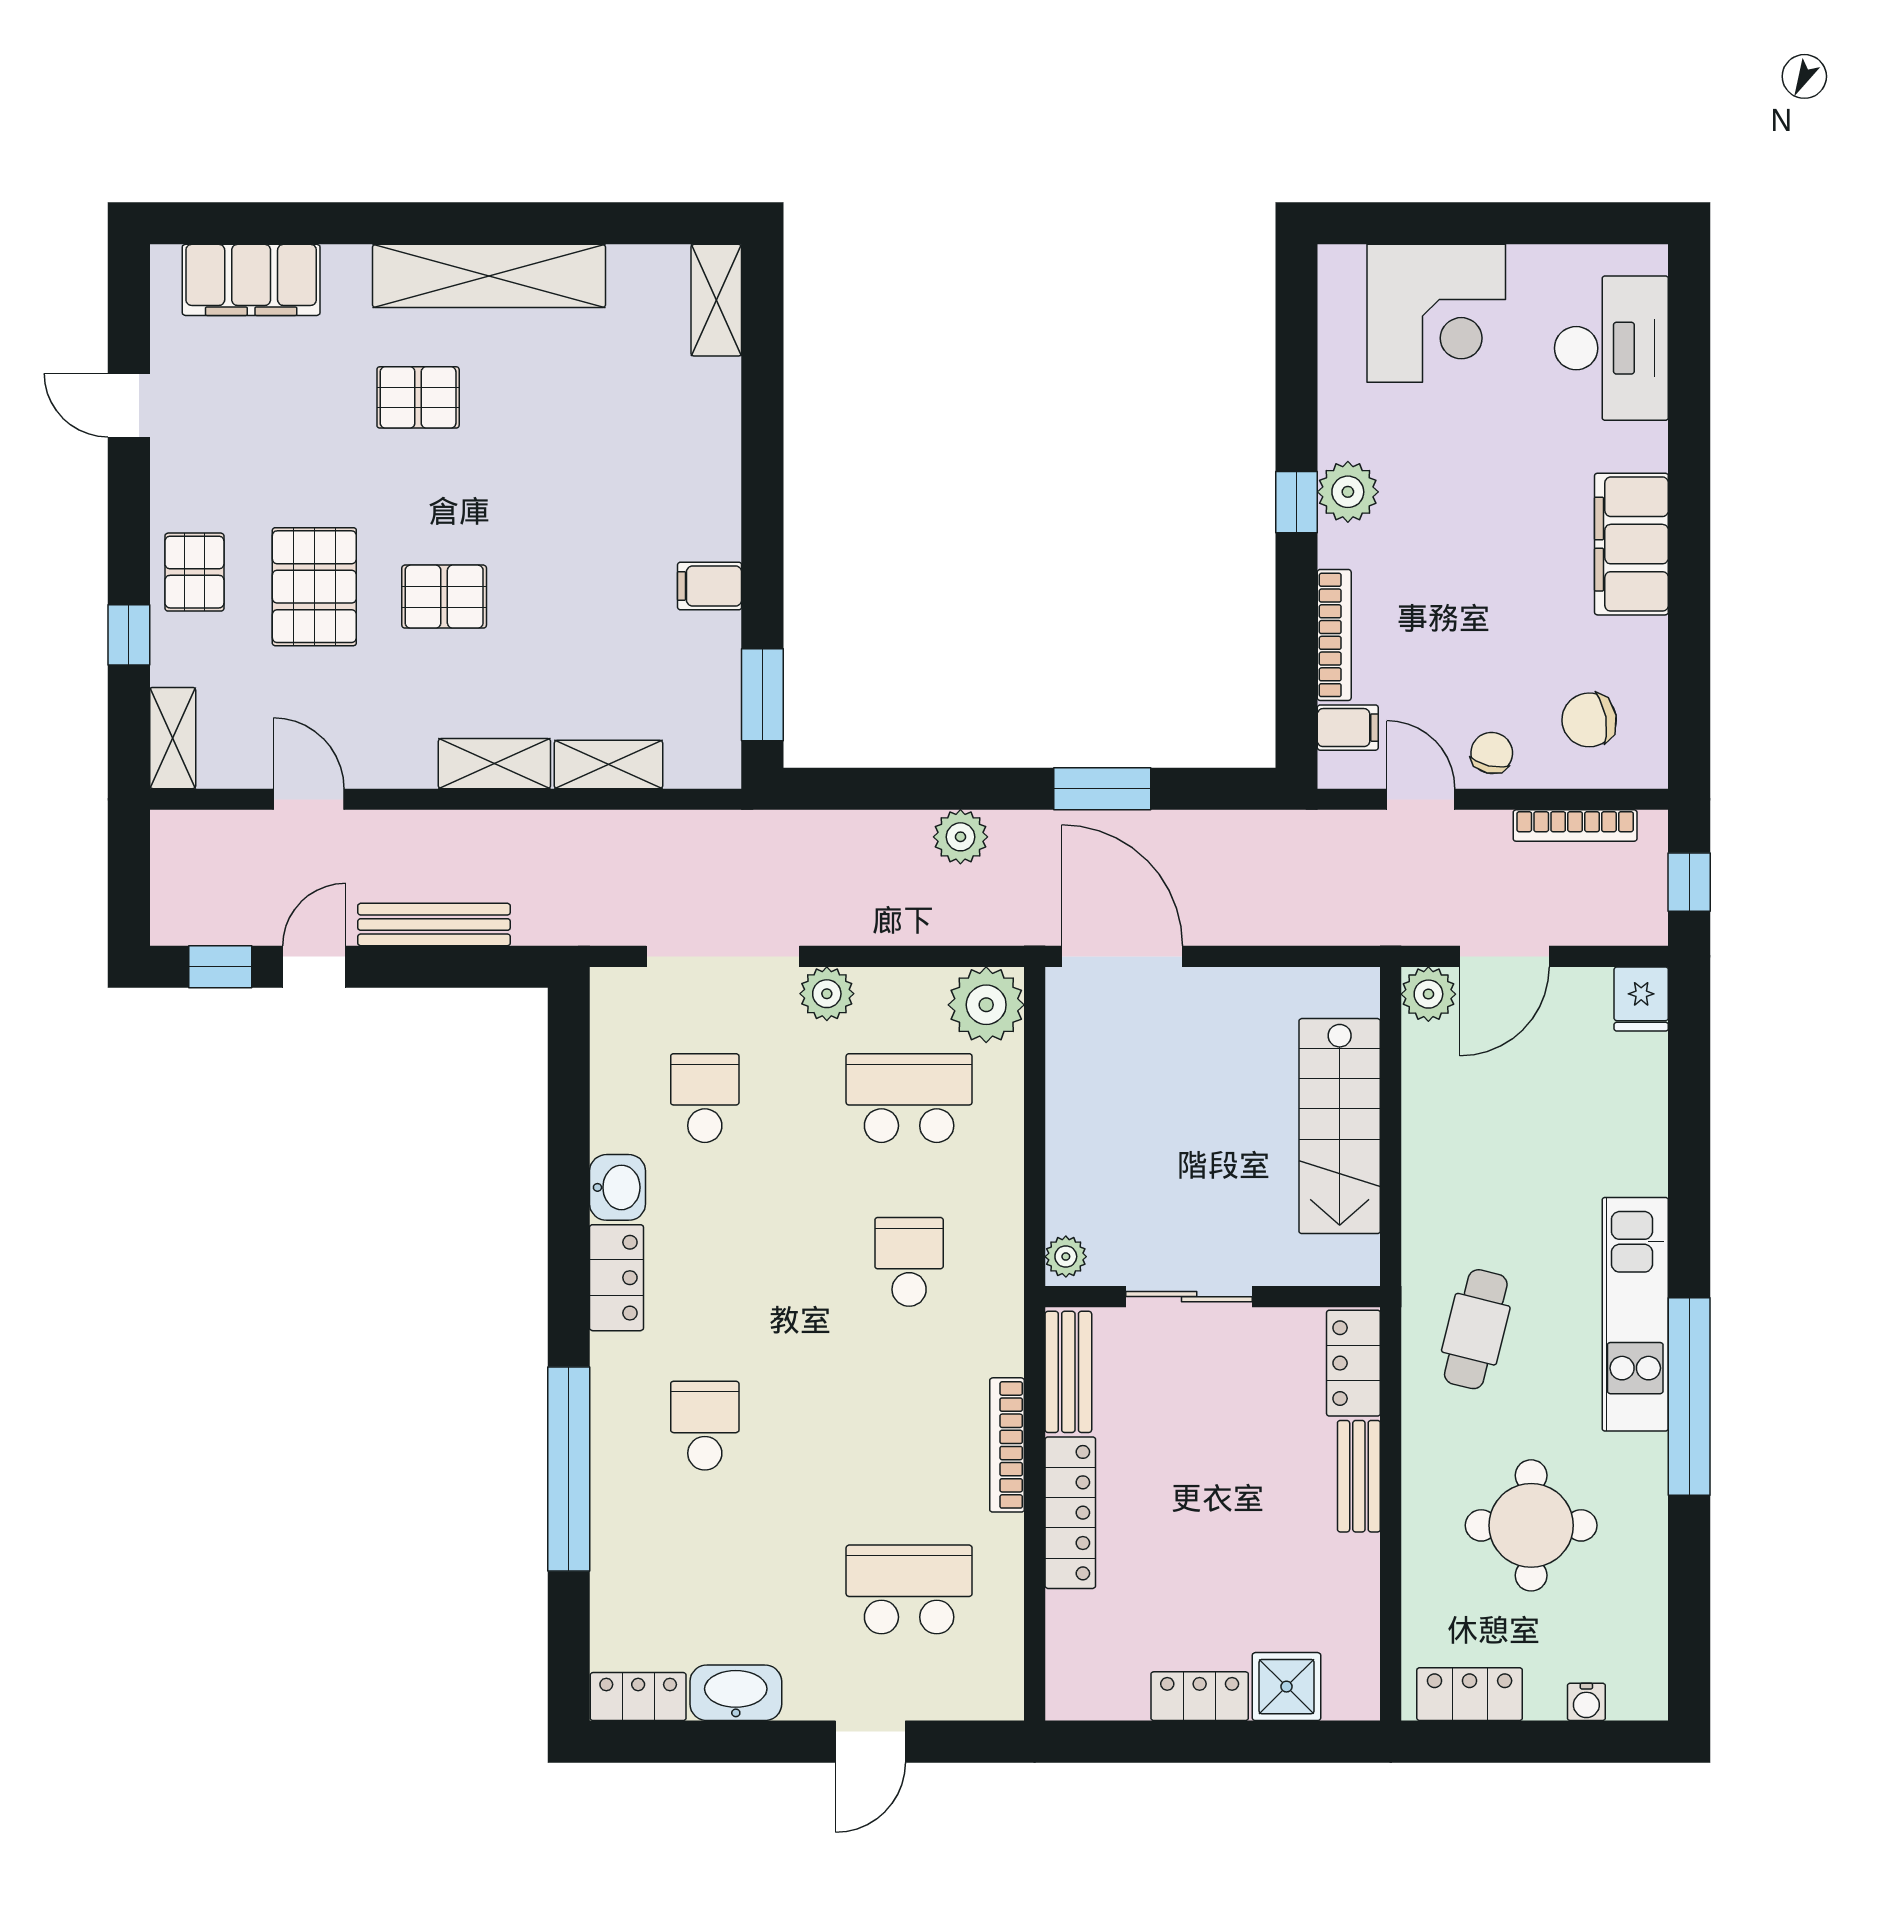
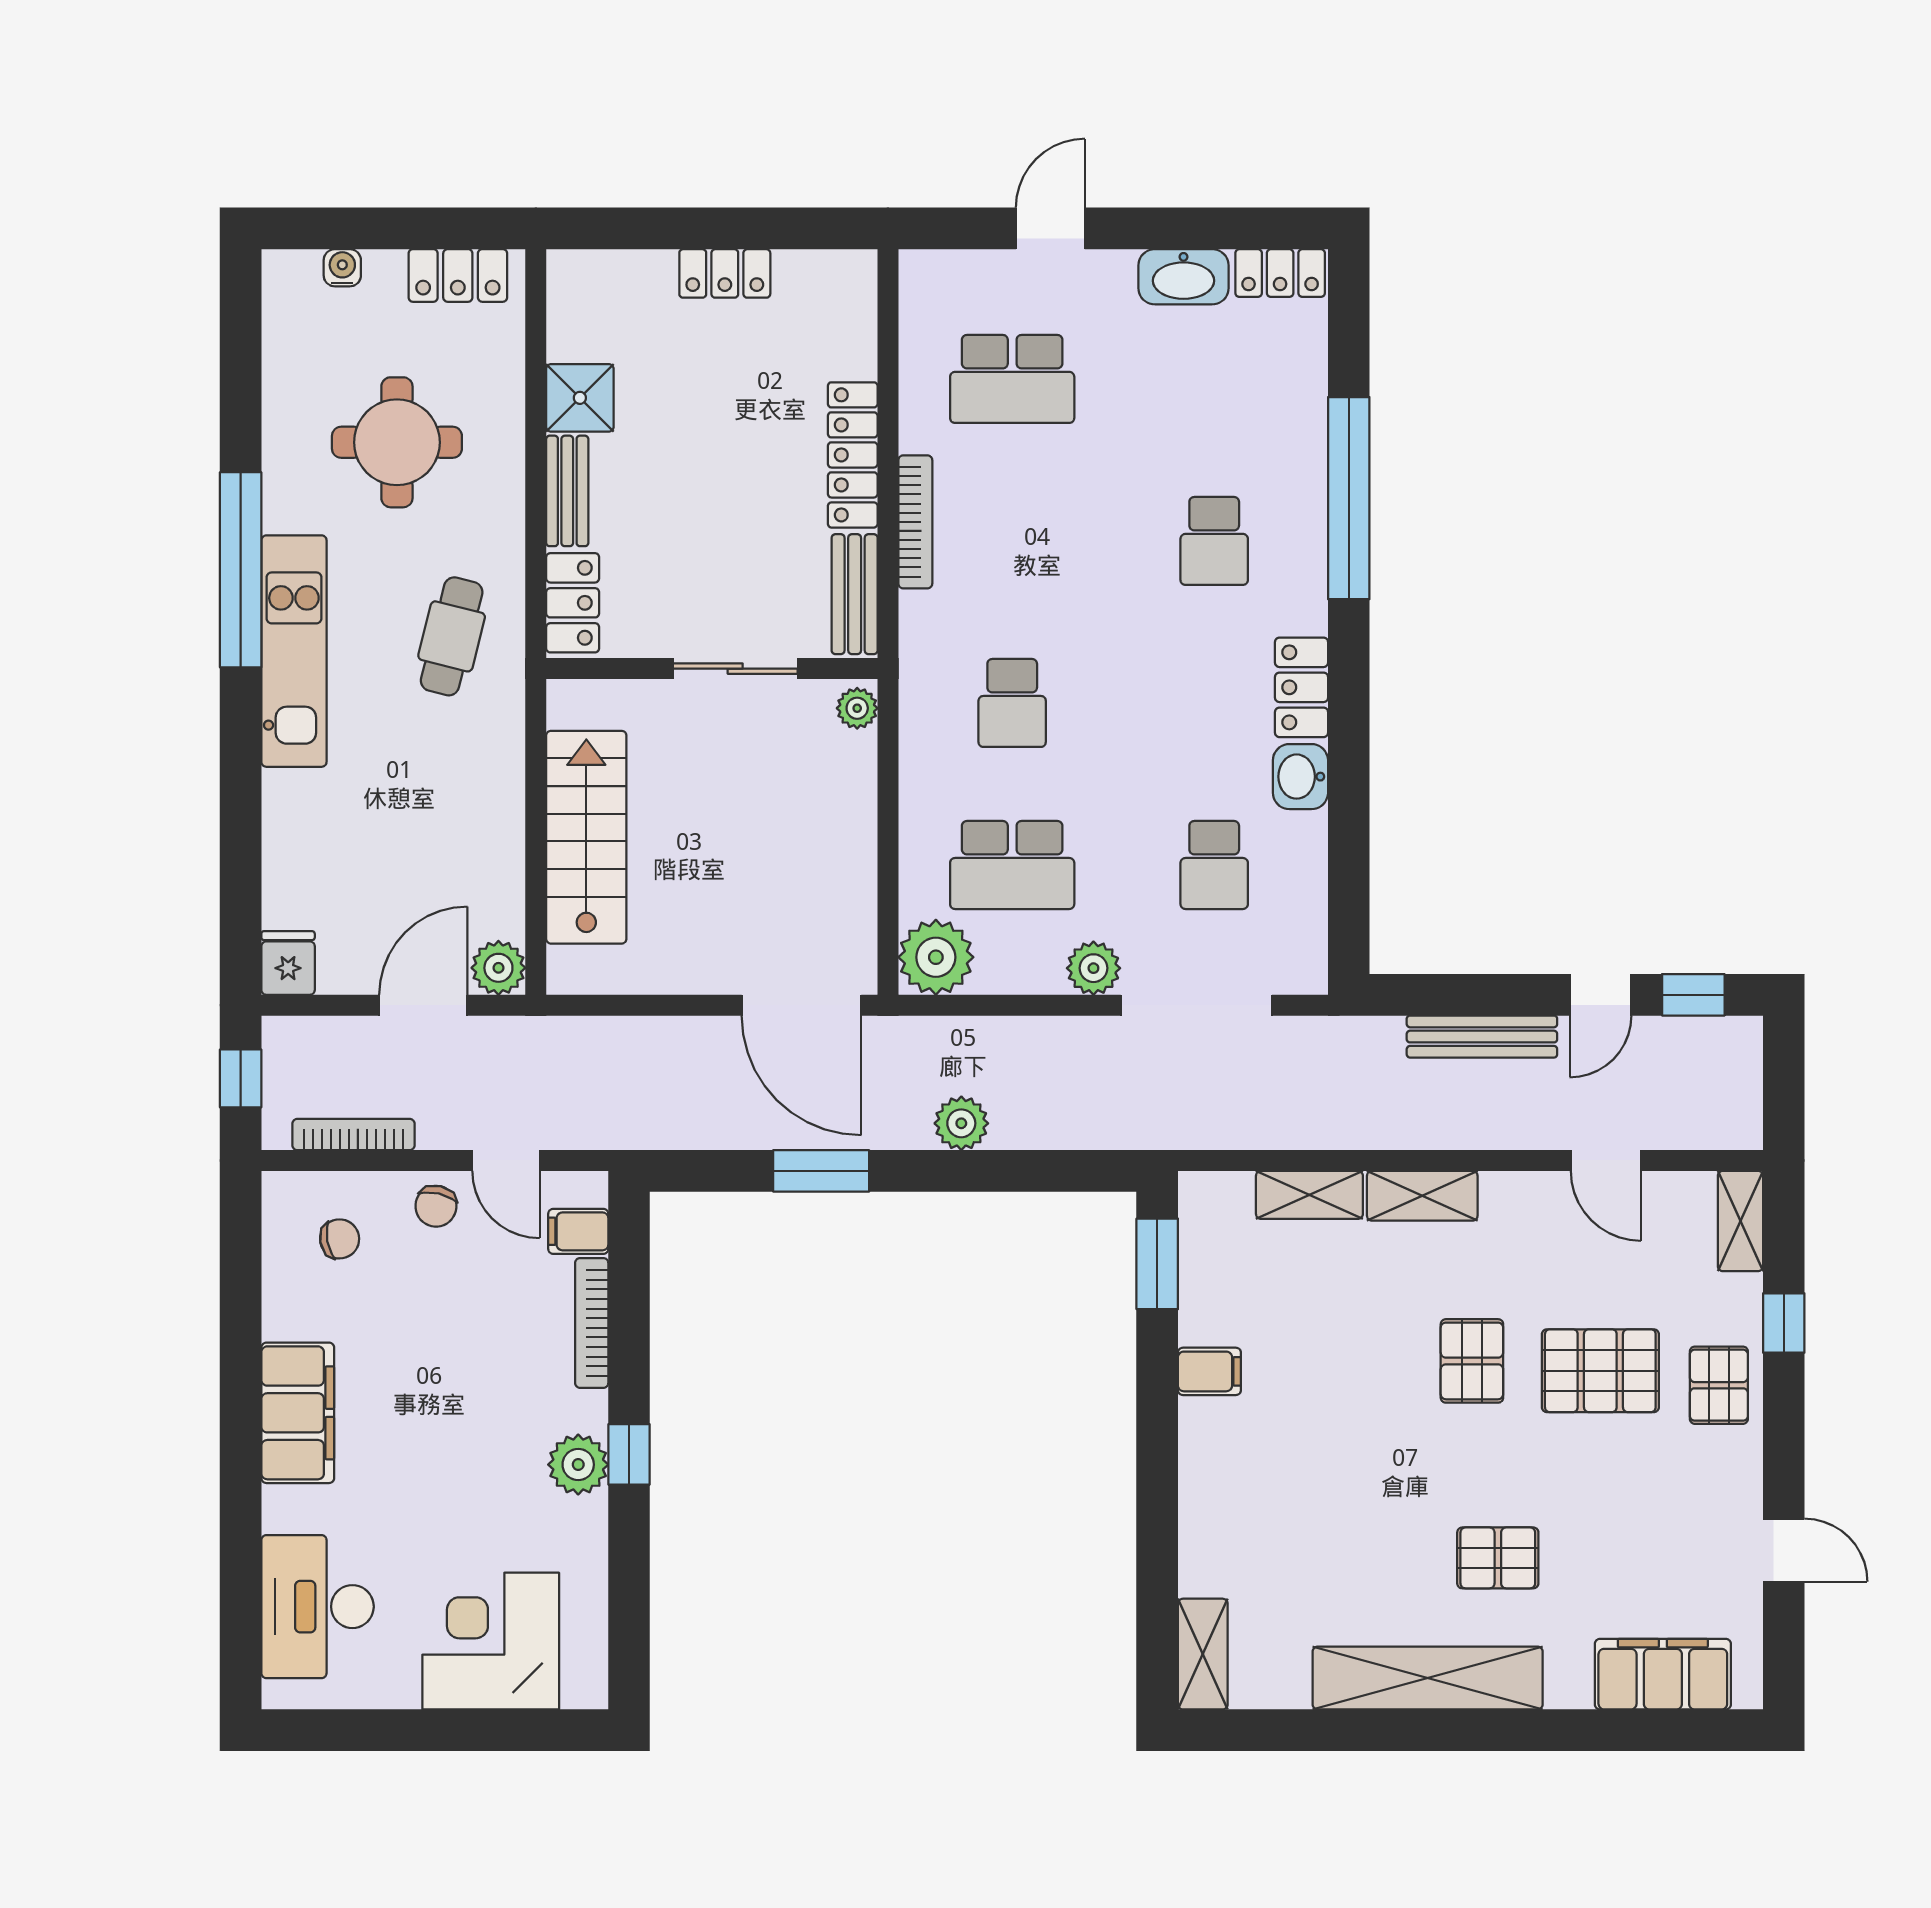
pallet: (314, 587) -> (1600, 1371), turned 90
pallet: (444, 597) -> (1472, 1361), turned 90
chair: (1589, 720) -> (340, 1239), width x0.73, depth x0.73
shower: (1287, 1687) -> (580, 398), moved

